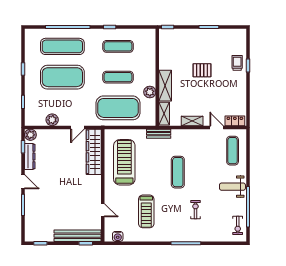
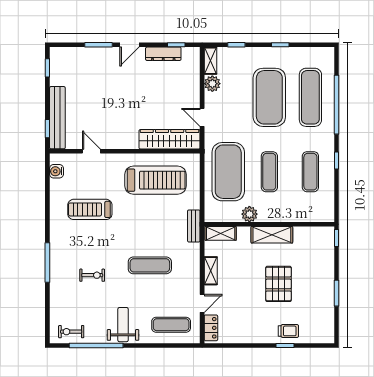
pallet: (202, 70) -> (278, 284), width x1.50, depth x1.42
shelving: (165, 86) -> (272, 235), moved
shelving: (35, 121) -> (211, 61), added
plant: (30, 135) -> (192, 55), removed
exercise mat: (178, 172) -> (150, 265), moved
door: (103, 210) -> (91, 151), swing flipped

